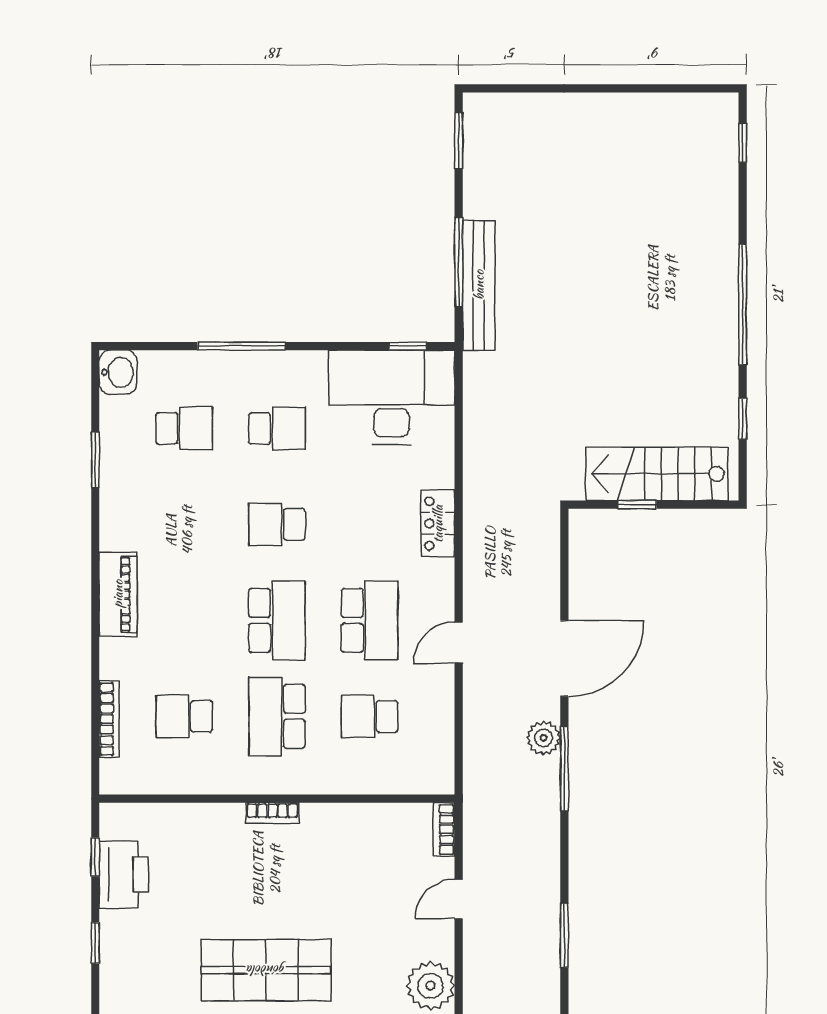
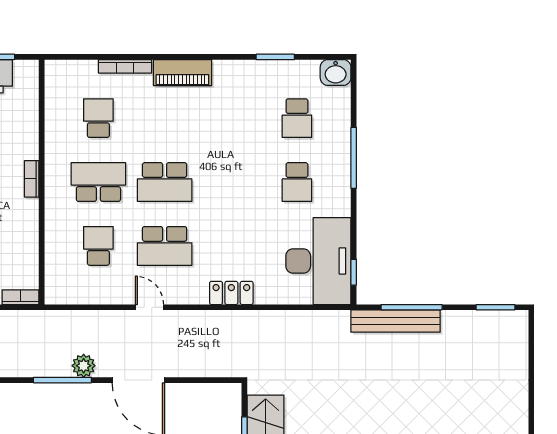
school desk: (277, 524) -> (231, 182), removed
bookcase: (109, 719) -> (125, 66), moved

